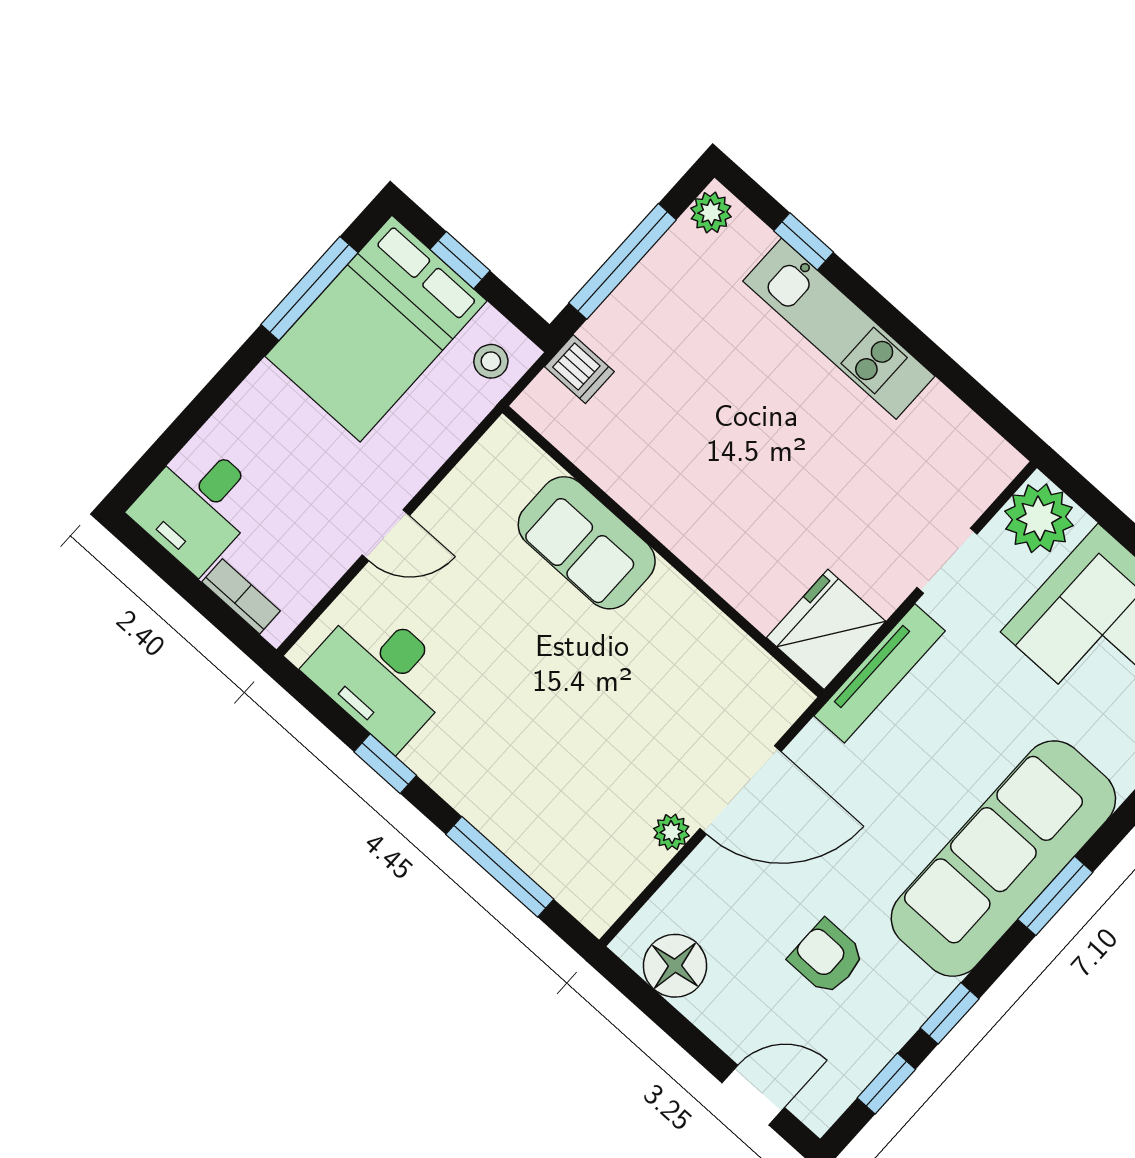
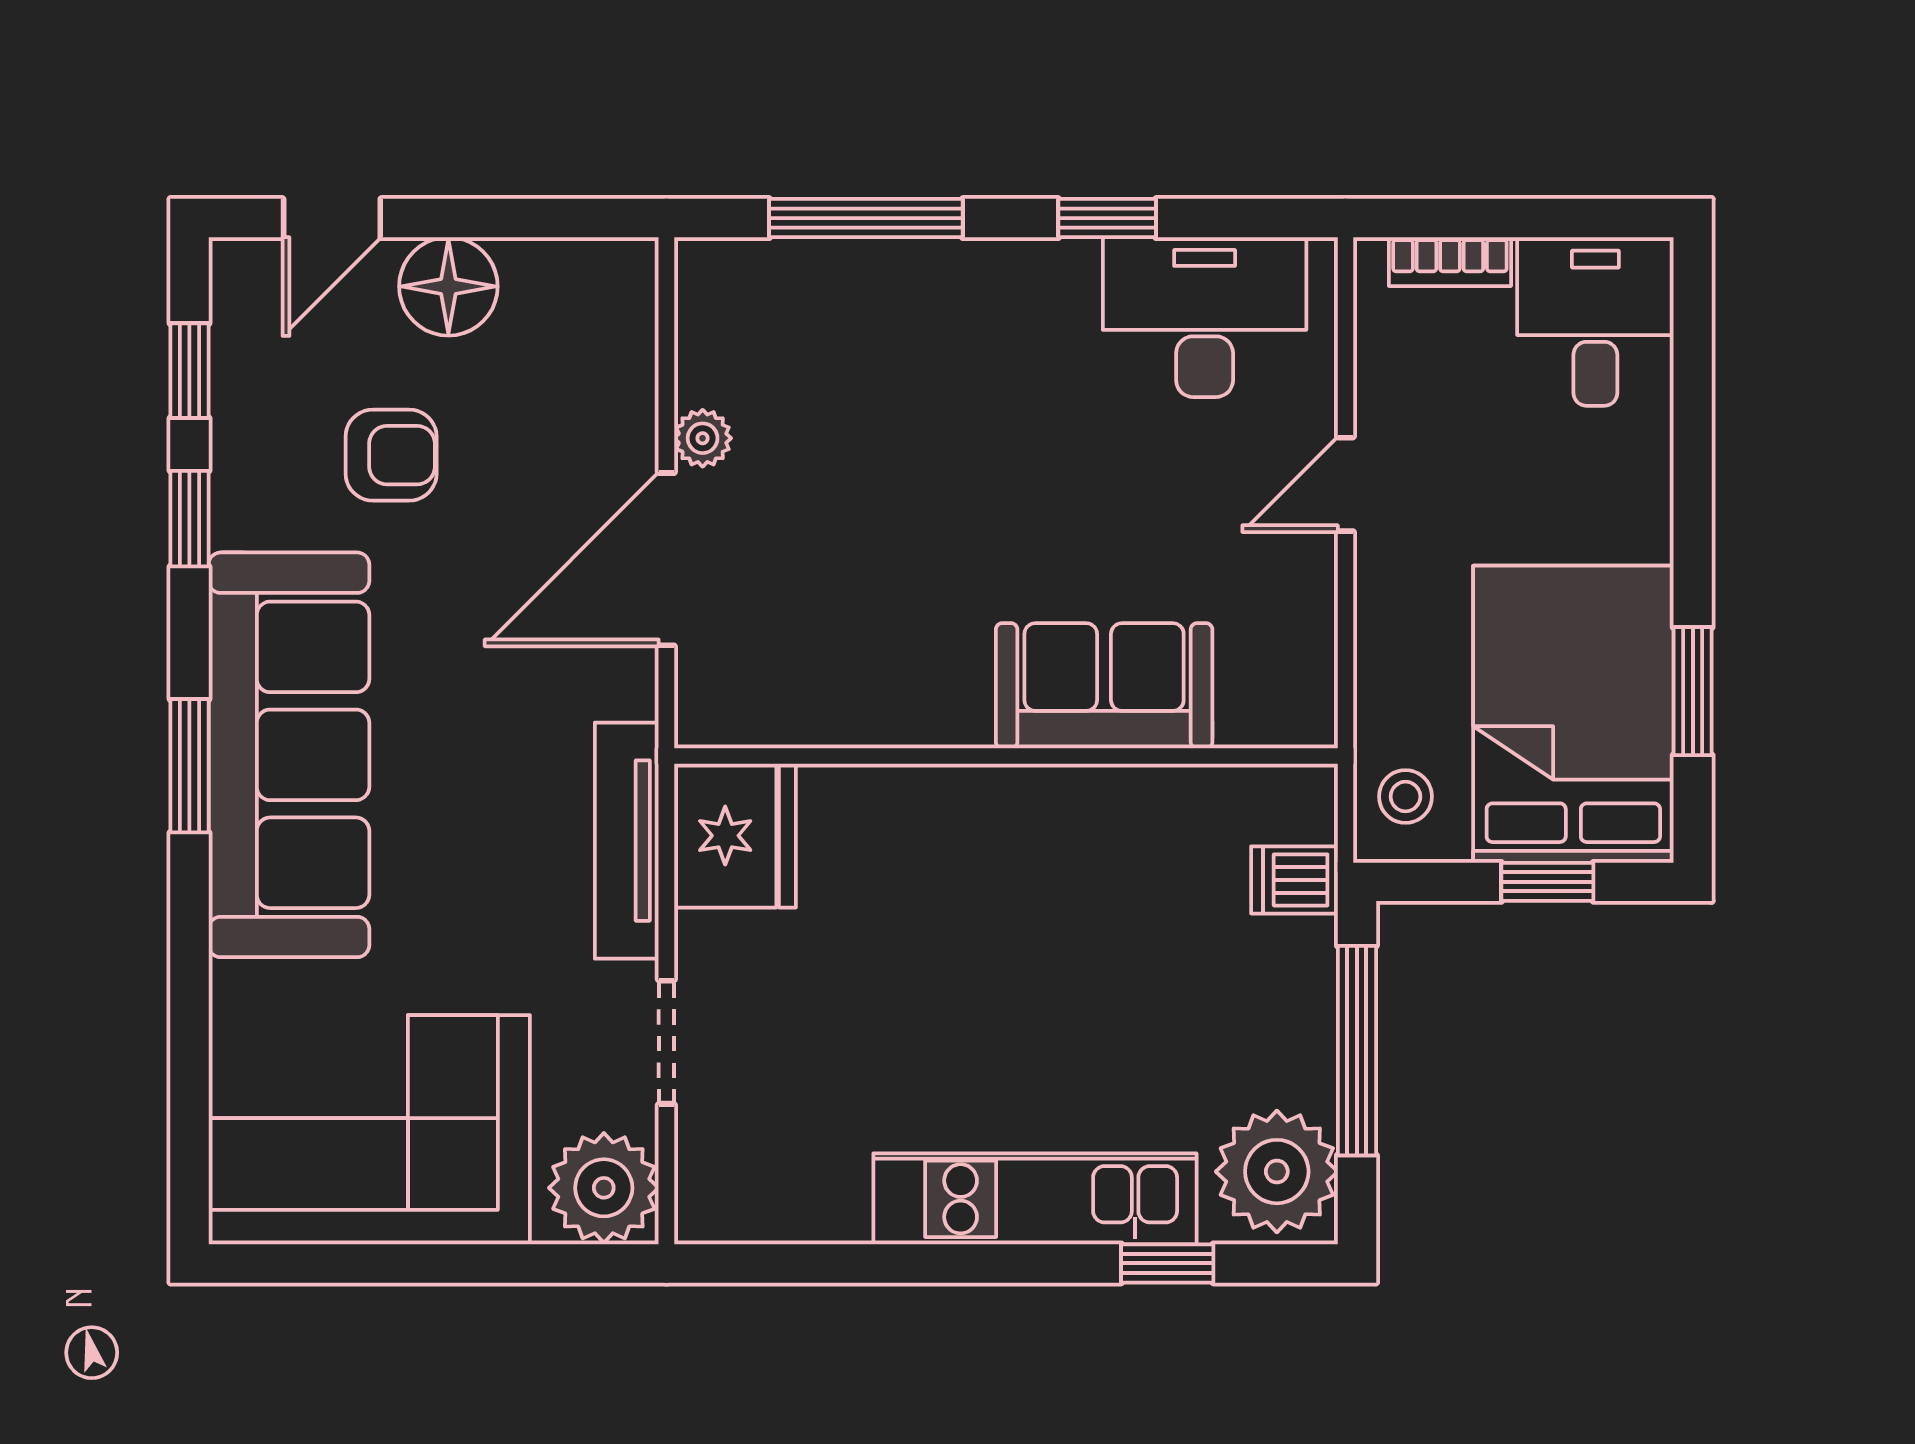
plant: (711, 213) -> (1277, 1172), width x1.88, depth x1.88
window: (309, 288) -> (1693, 691), width x0.69
floor lamp: (675, 966) -> (448, 286), moved

